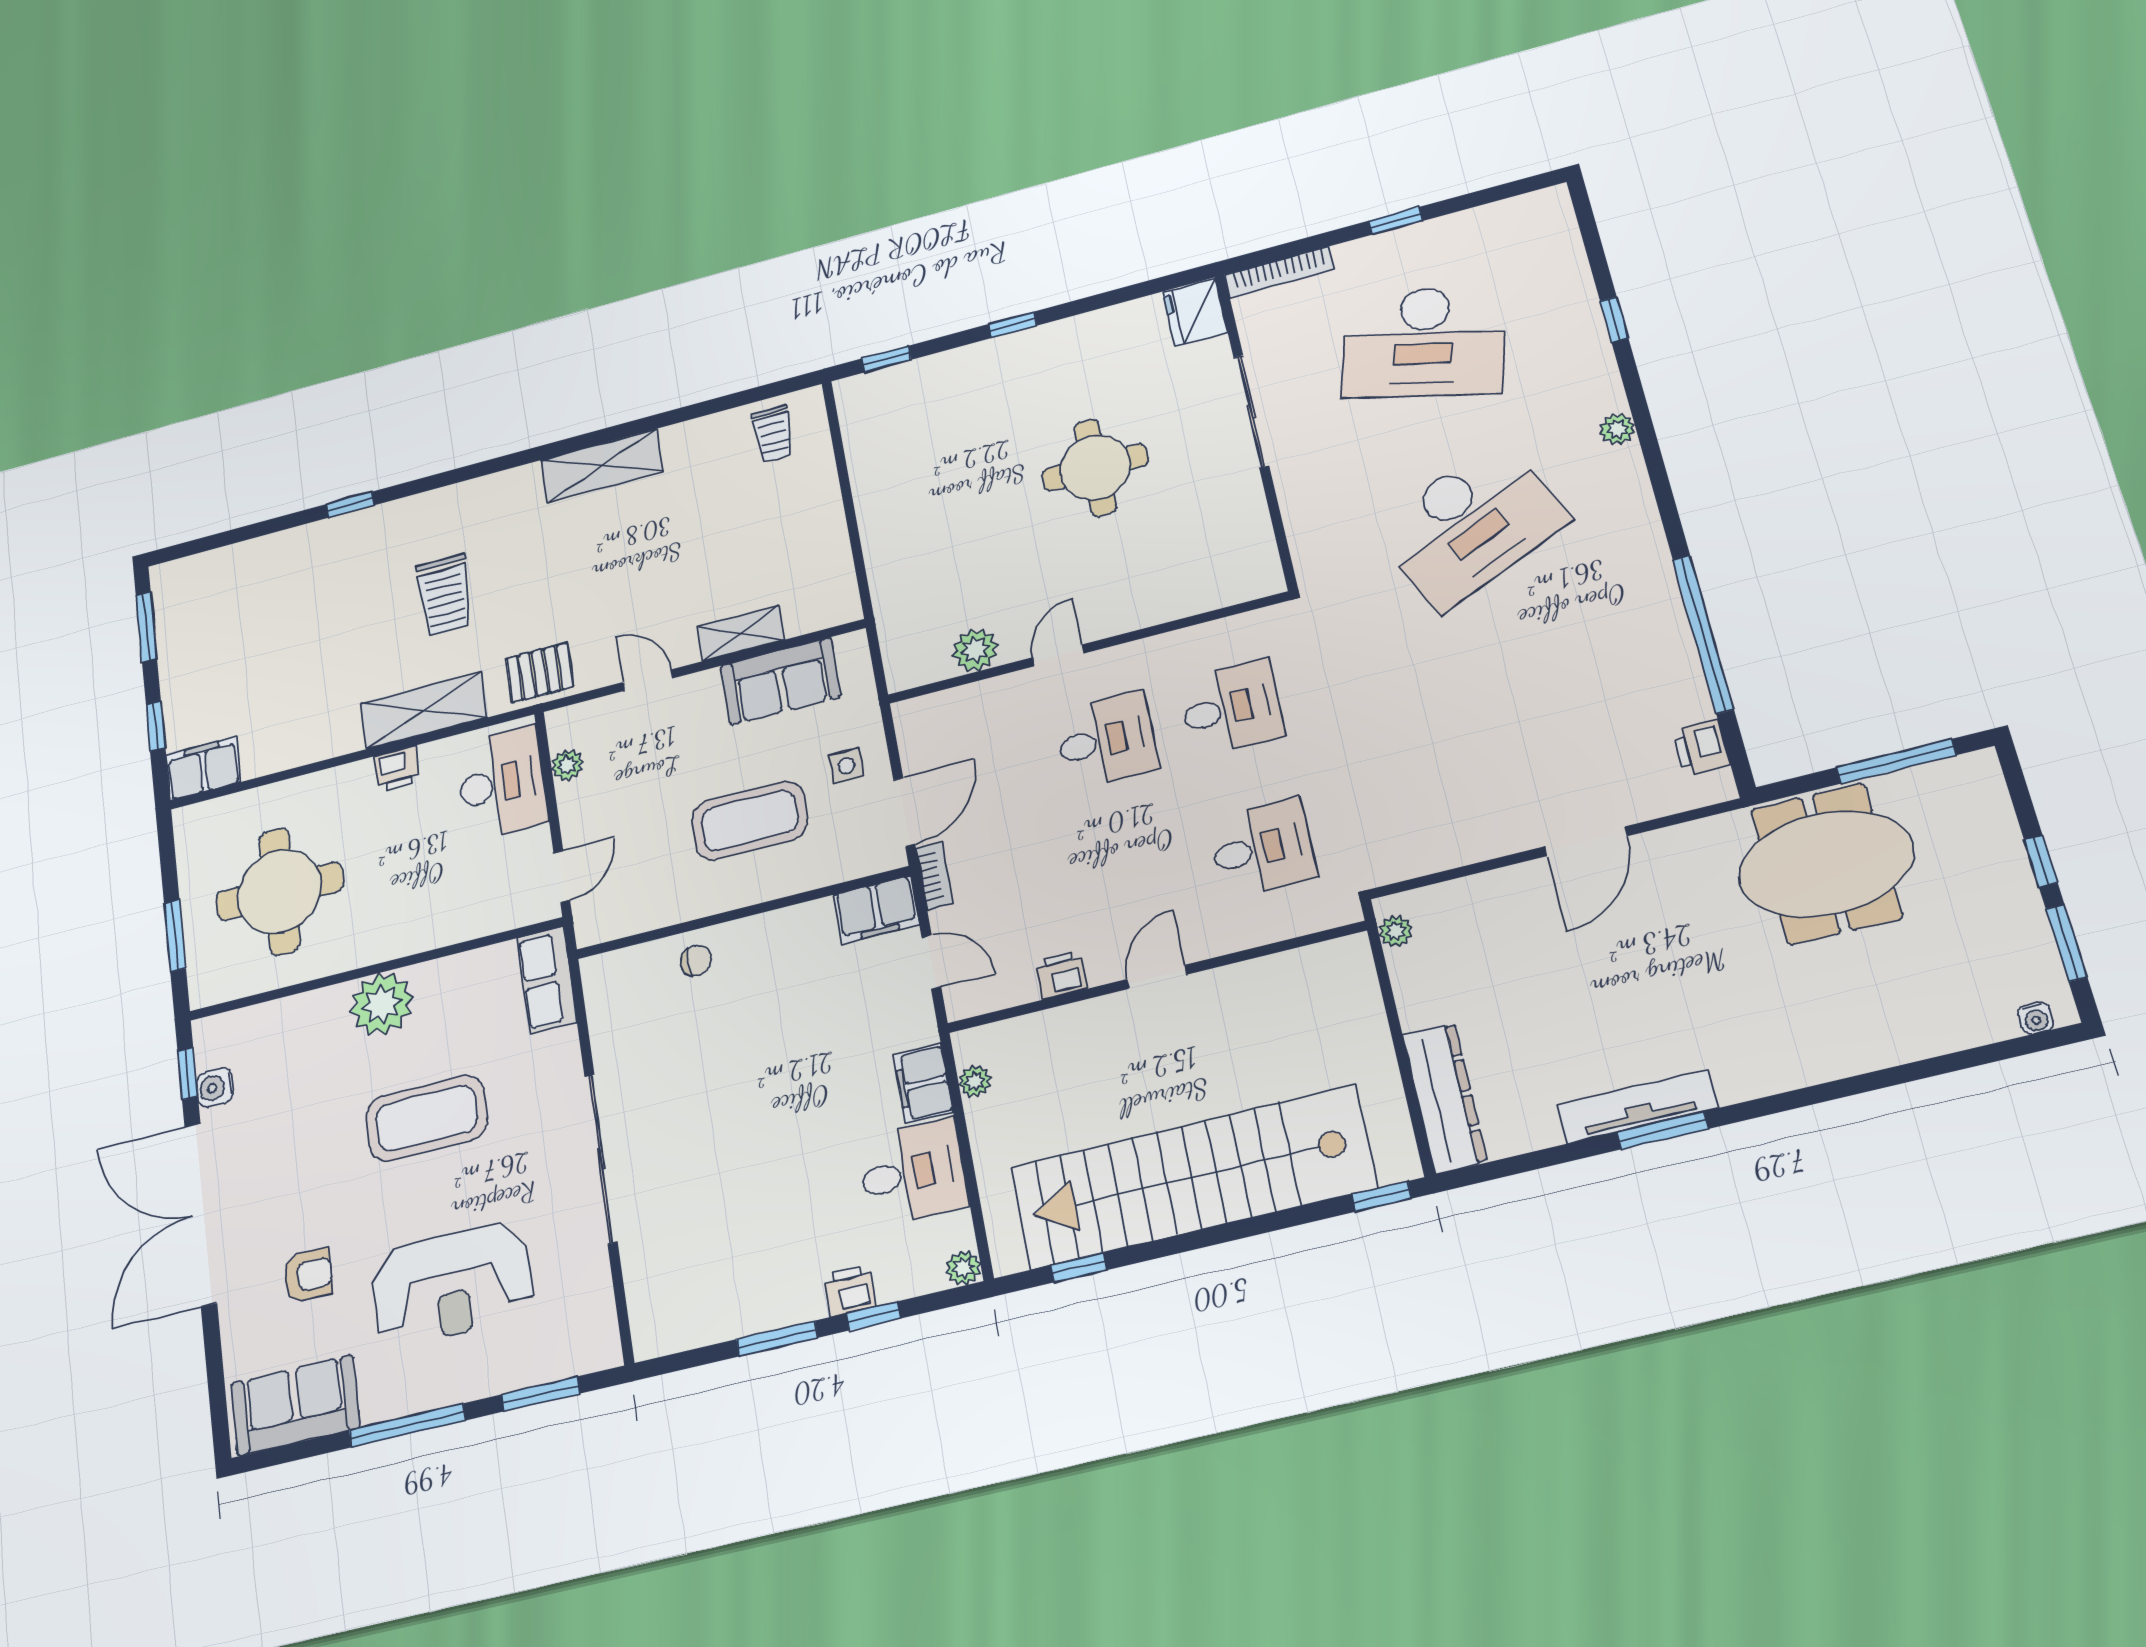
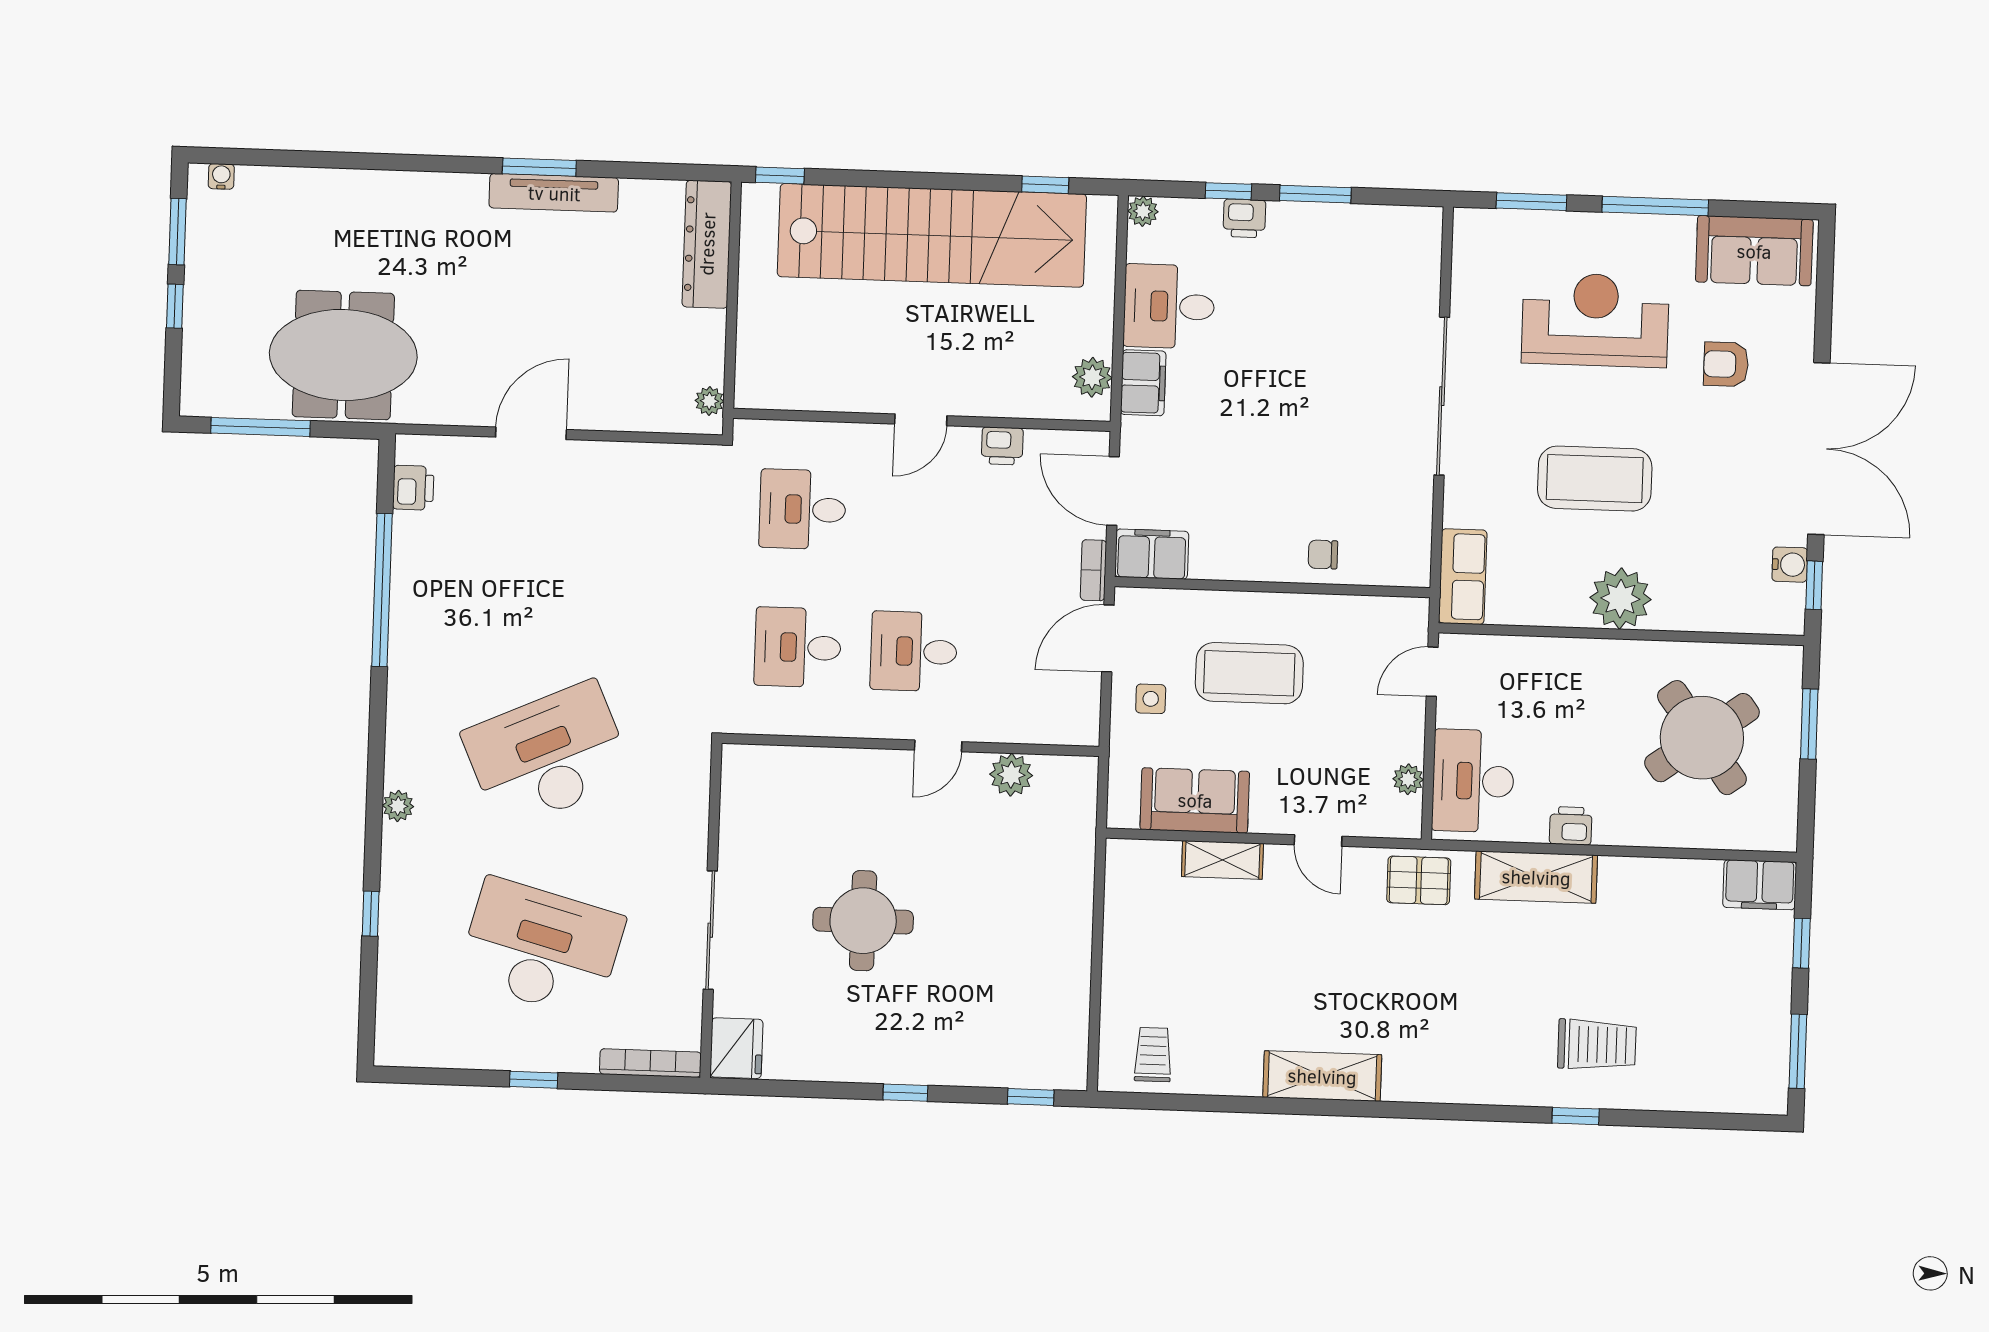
trolley: (445, 595) -> (1597, 1045), moved, turned 90
round table: (280, 891) -> (1702, 738), turned -36
door: (931, 962) -> (1113, 491), width x1.38
plant: (975, 1081) -> (1092, 377), width x1.38, depth x1.38

